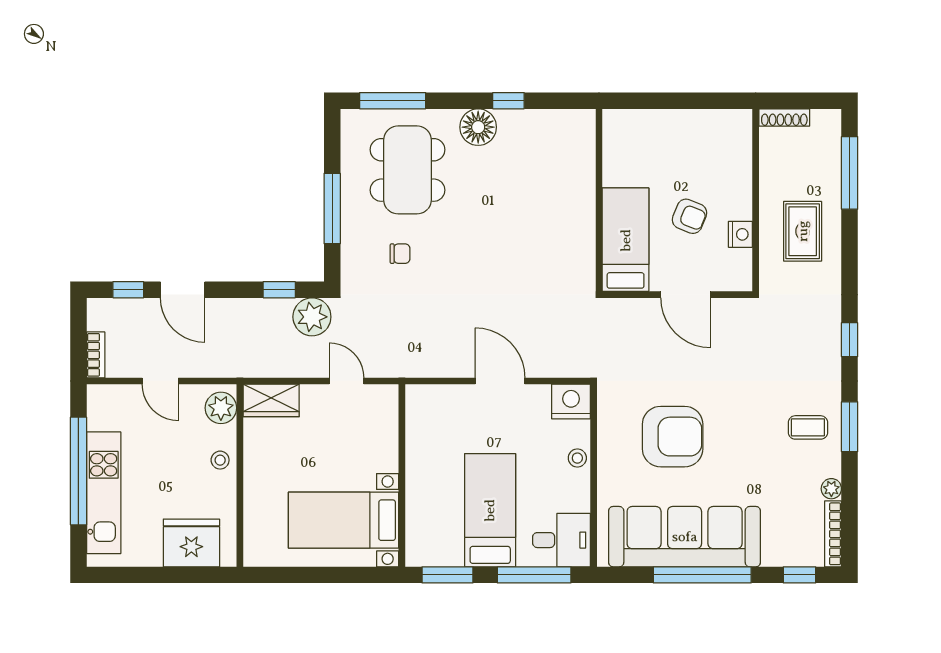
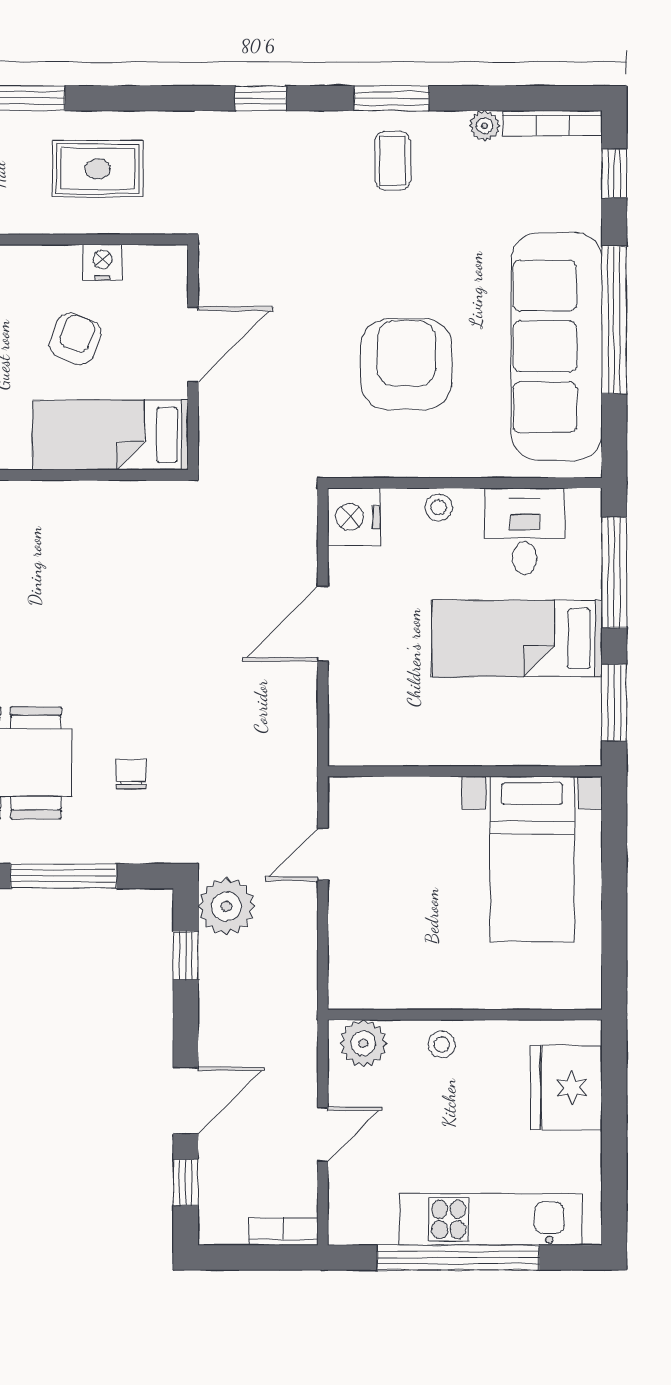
wardrobe: (271, 400) -> (352, 968), removed
desk: (562, 540) -> (525, 531), moved

